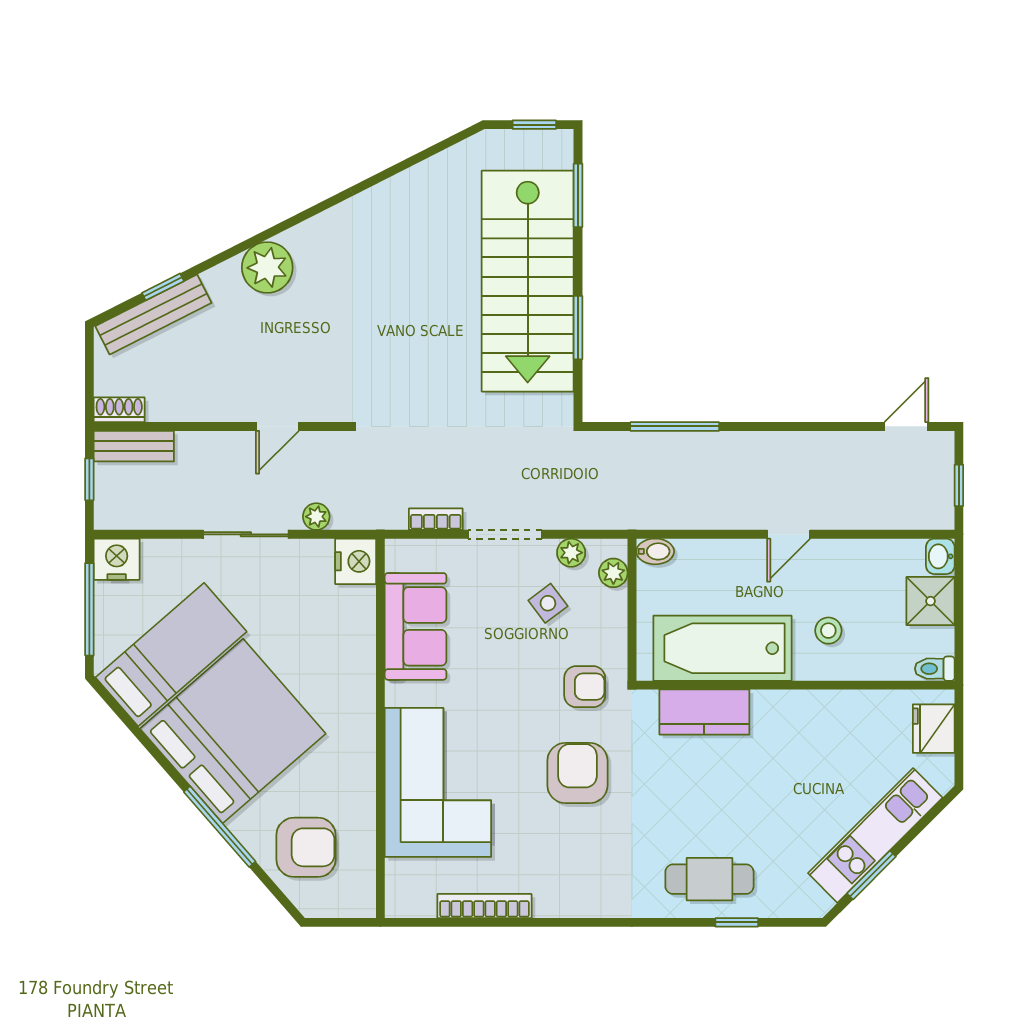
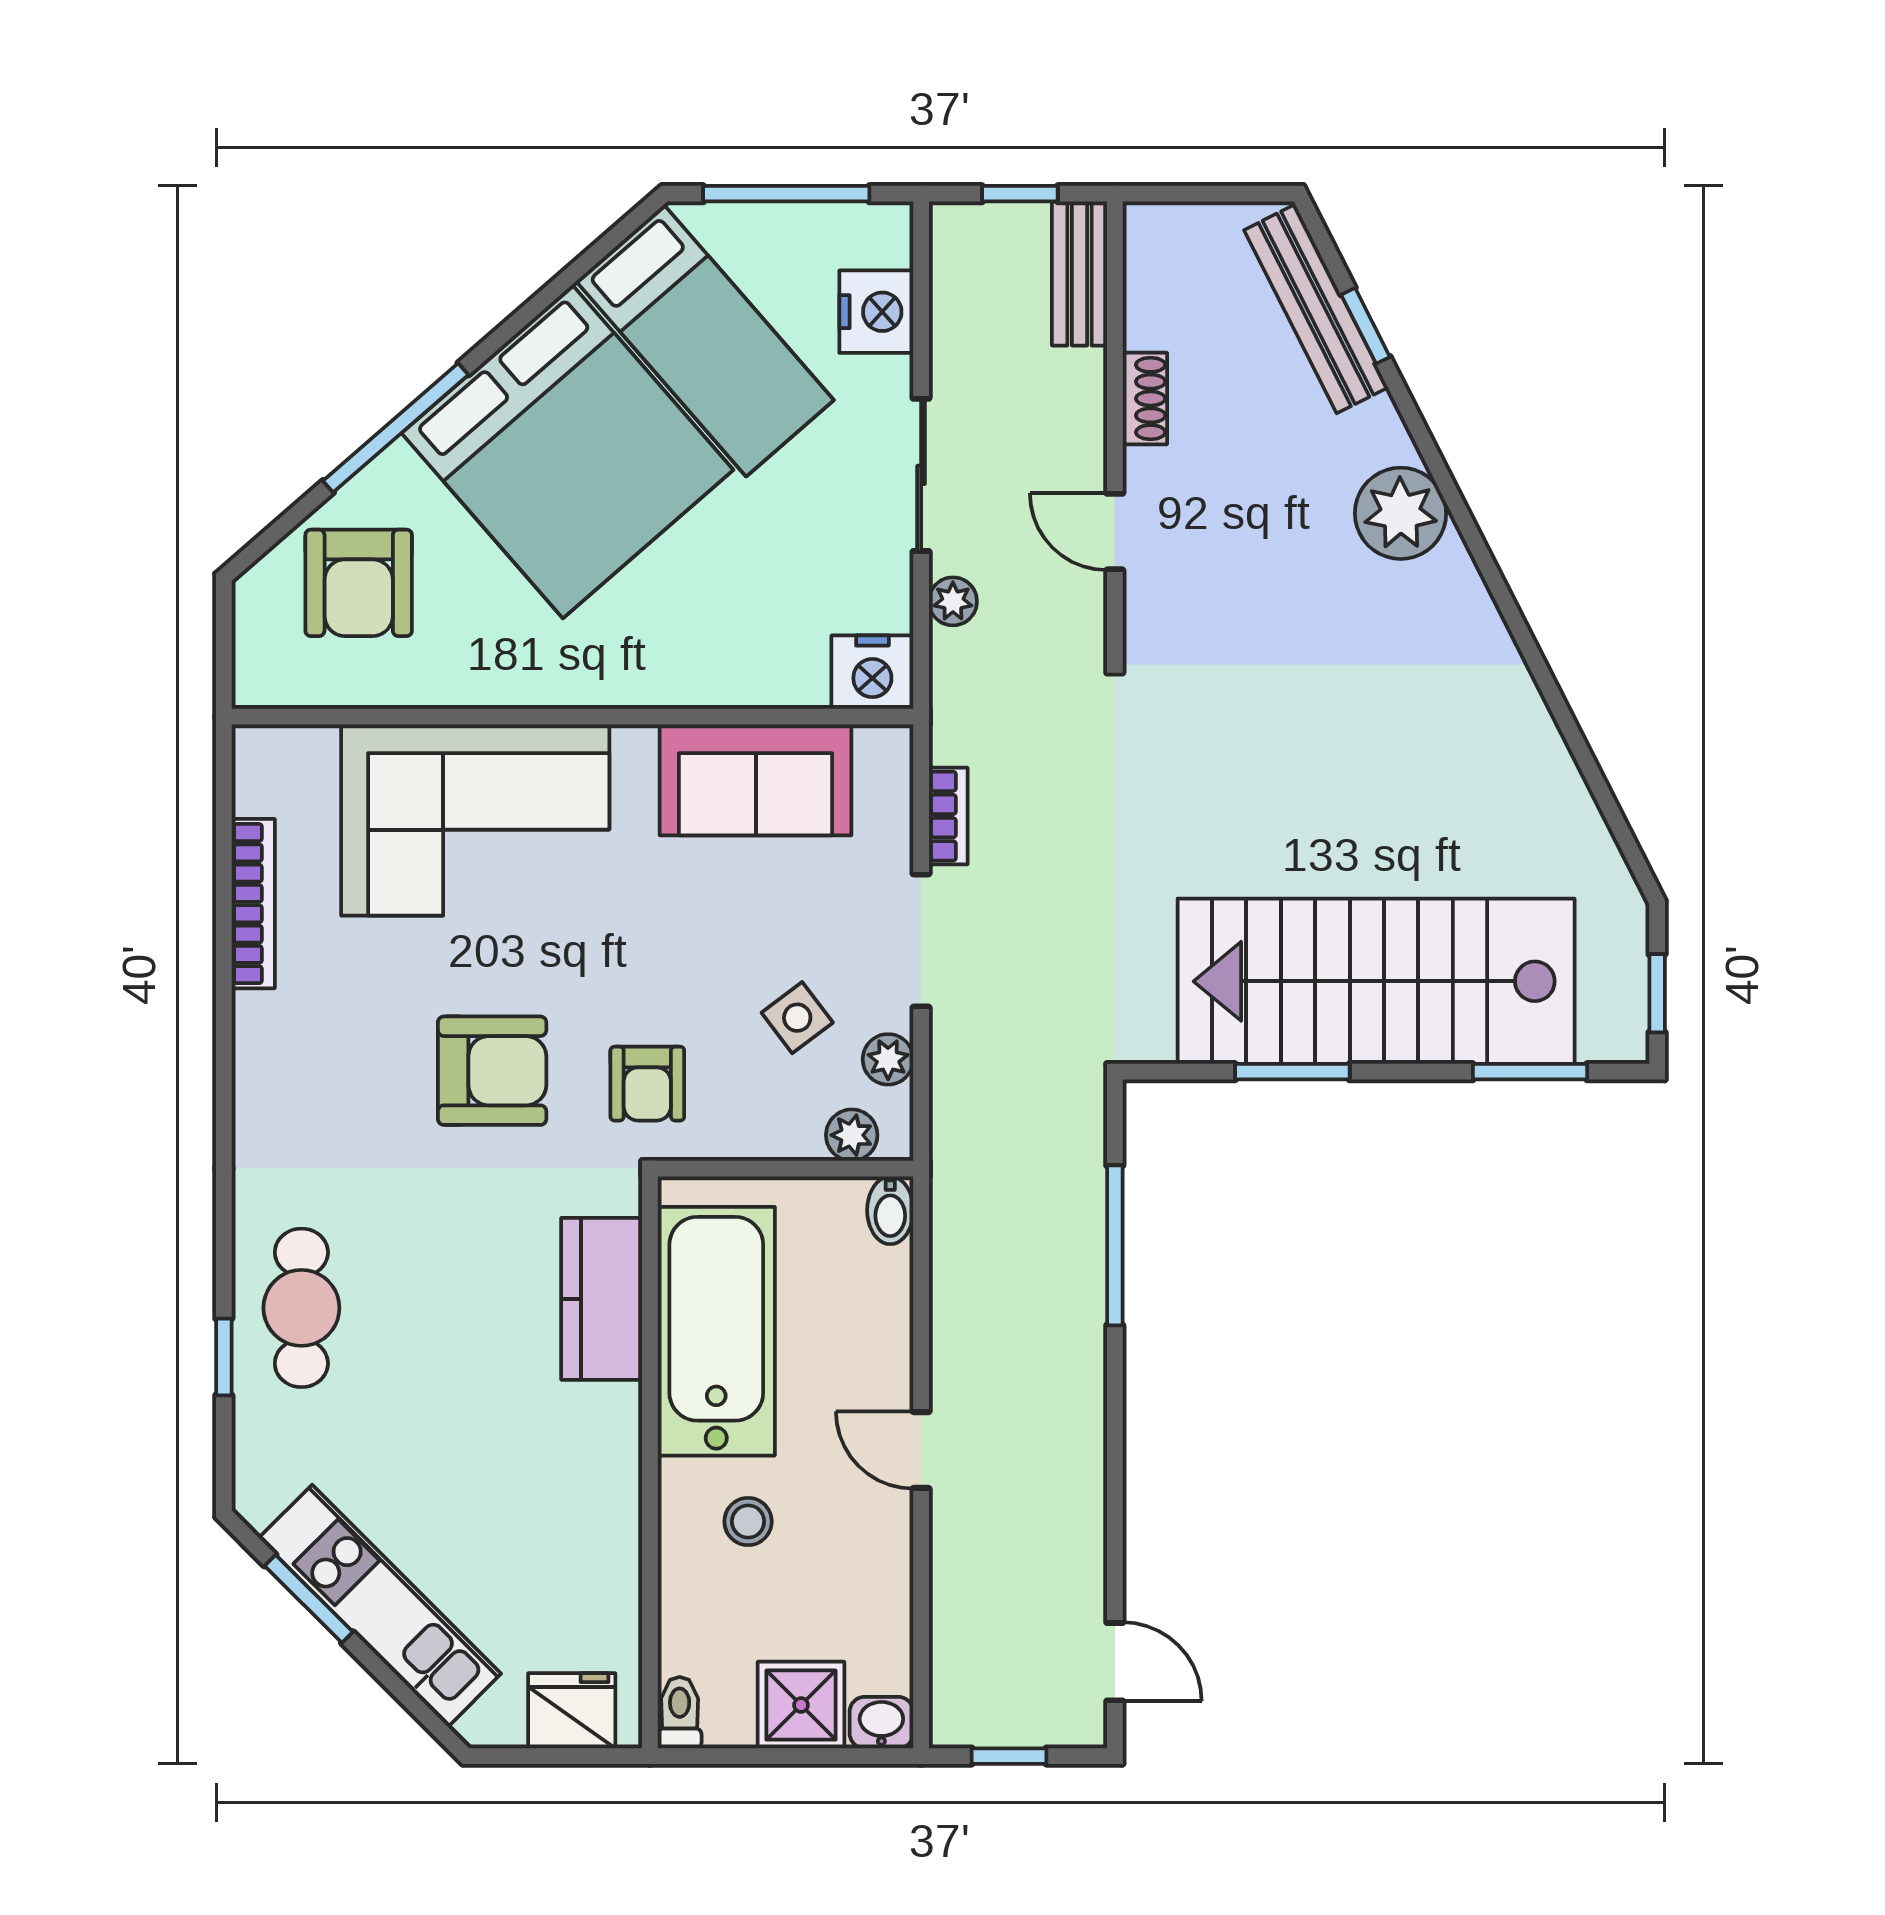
shoe rack: (119, 410) -> (1145, 399), moved
nightstand: (117, 559) -> (876, 312), moved

